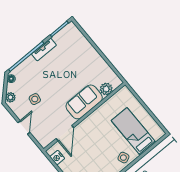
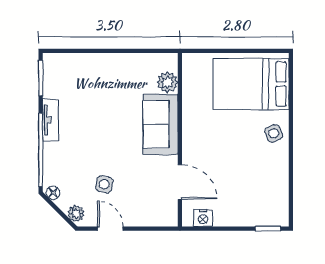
door: (24, 127) -> (110, 229), moved
bed: (133, 131) -> (251, 84), width x1.50

